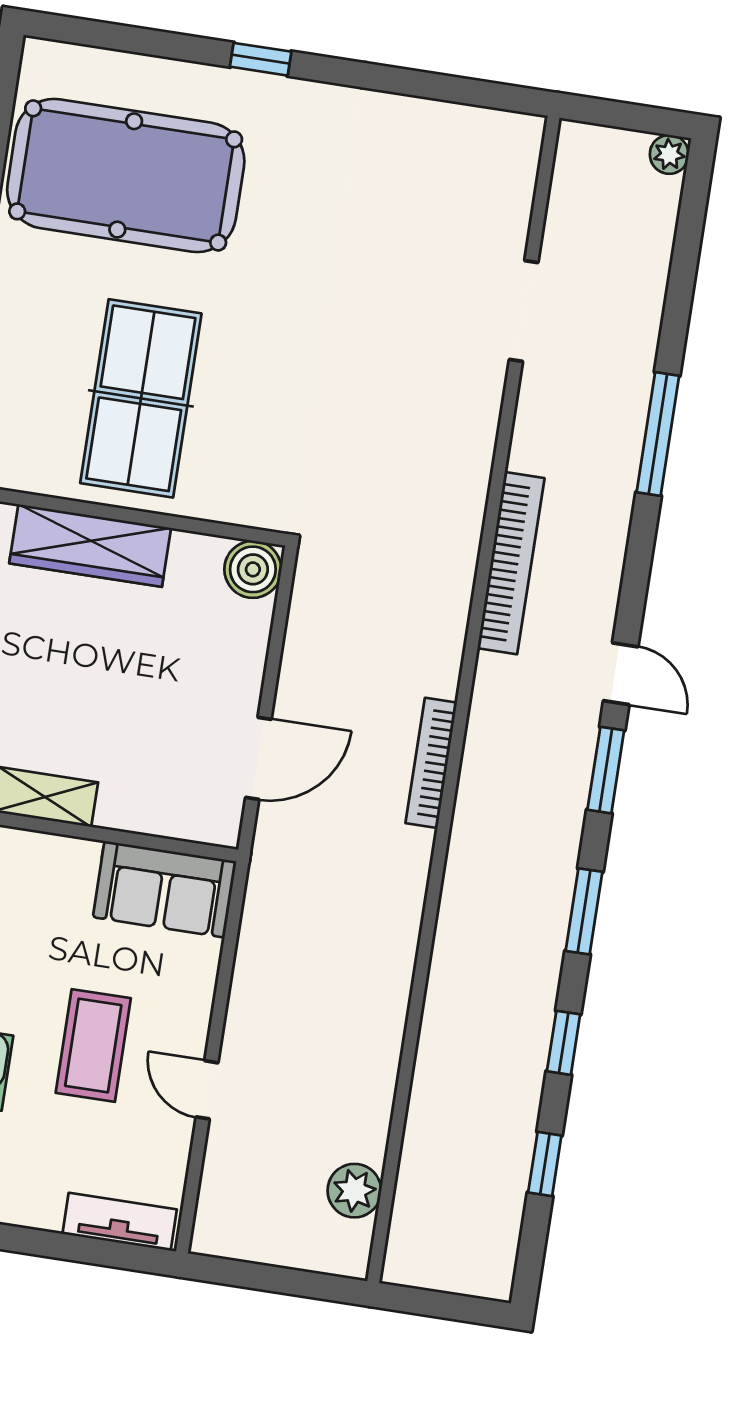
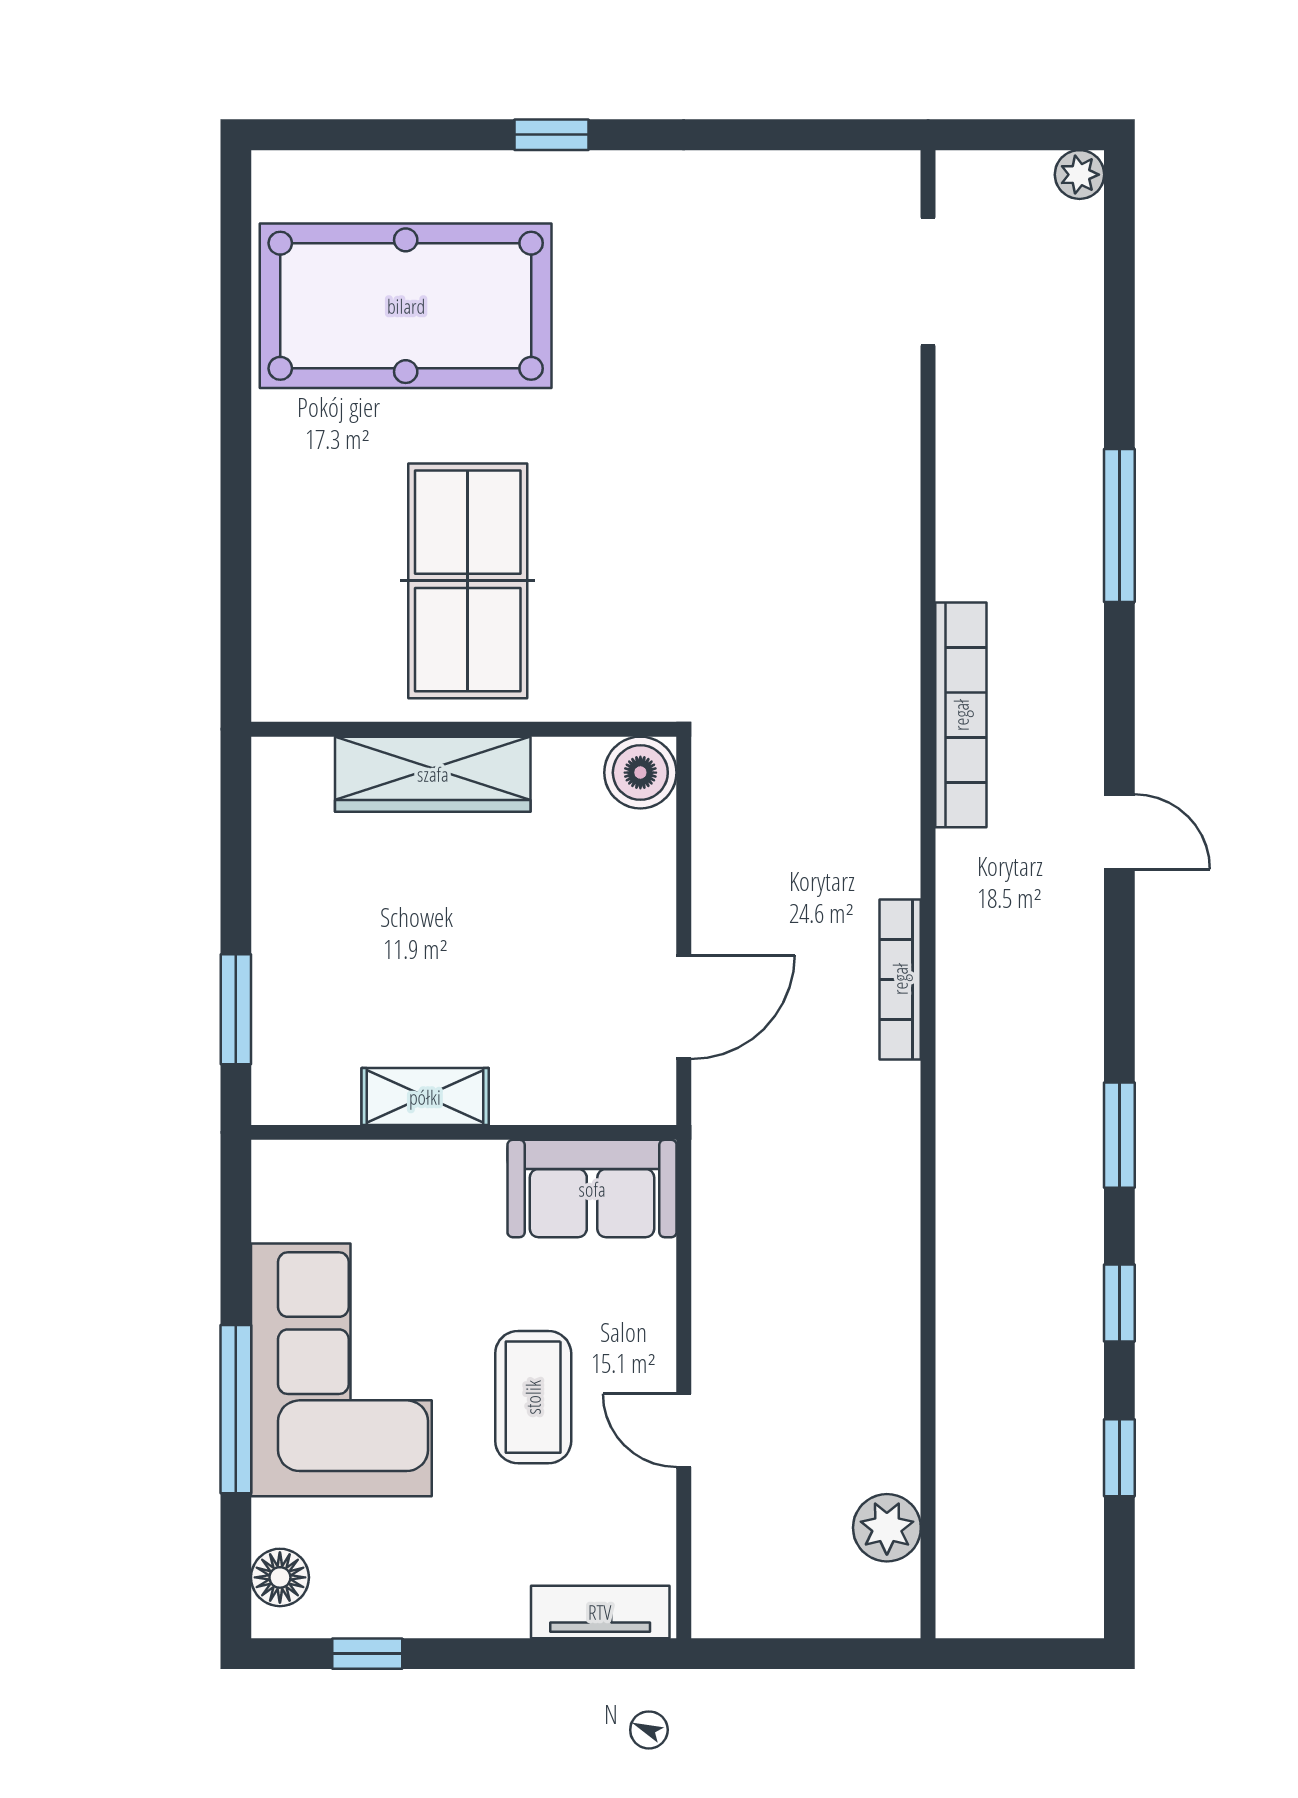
doorway: (524, 311) -> (928, 282), moved
window: (606, 770) -> (1119, 955), removed

